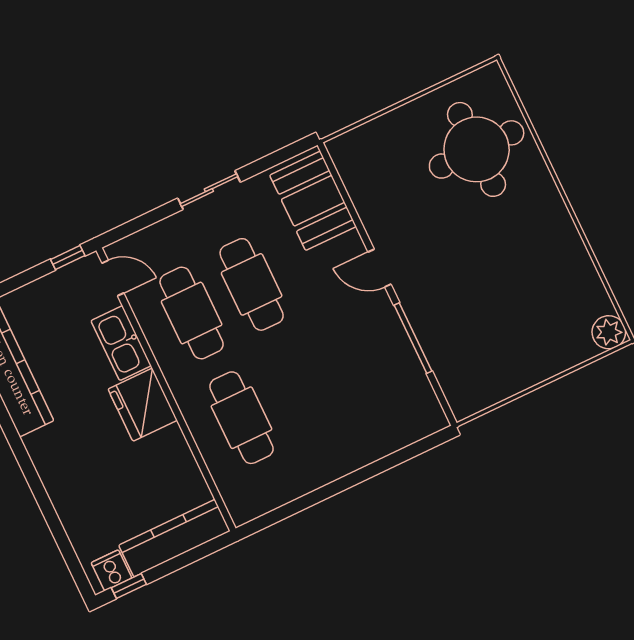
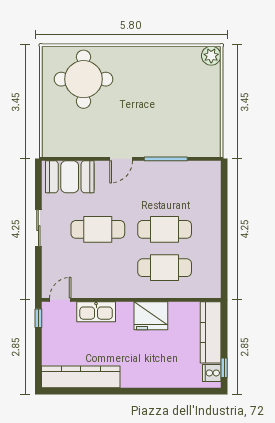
cafe table: (192, 313) -> (165, 229), moved
fridge: (143, 405) -> (151, 316), moved

